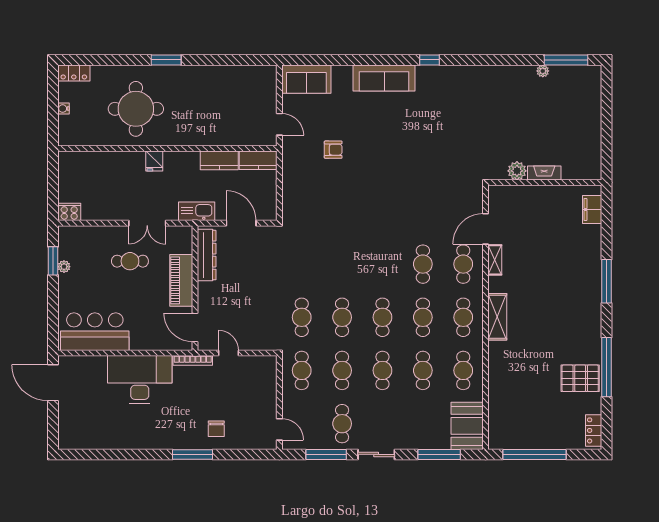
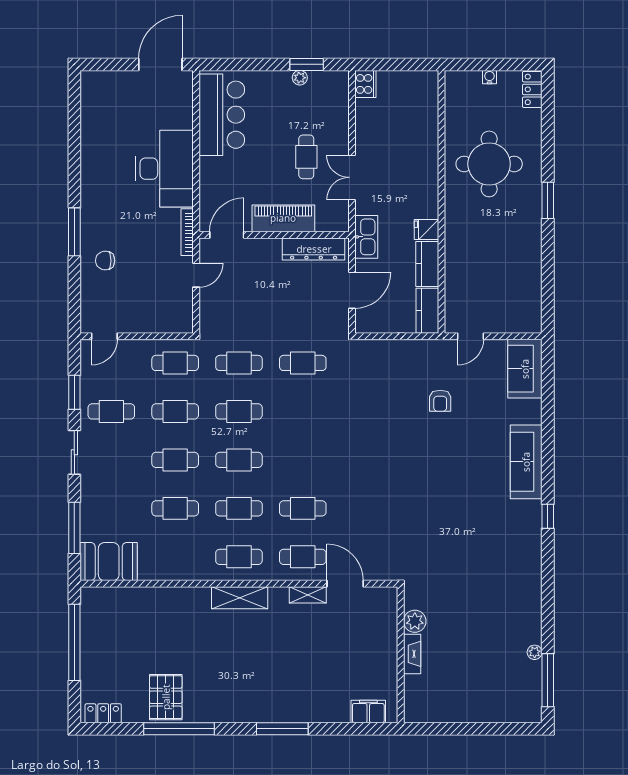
fridge: (154, 161) -> (427, 230), moved
cafe table: (463, 370) -> (303, 363), moved
window: (326, 454) -> (74, 392), width x0.69

